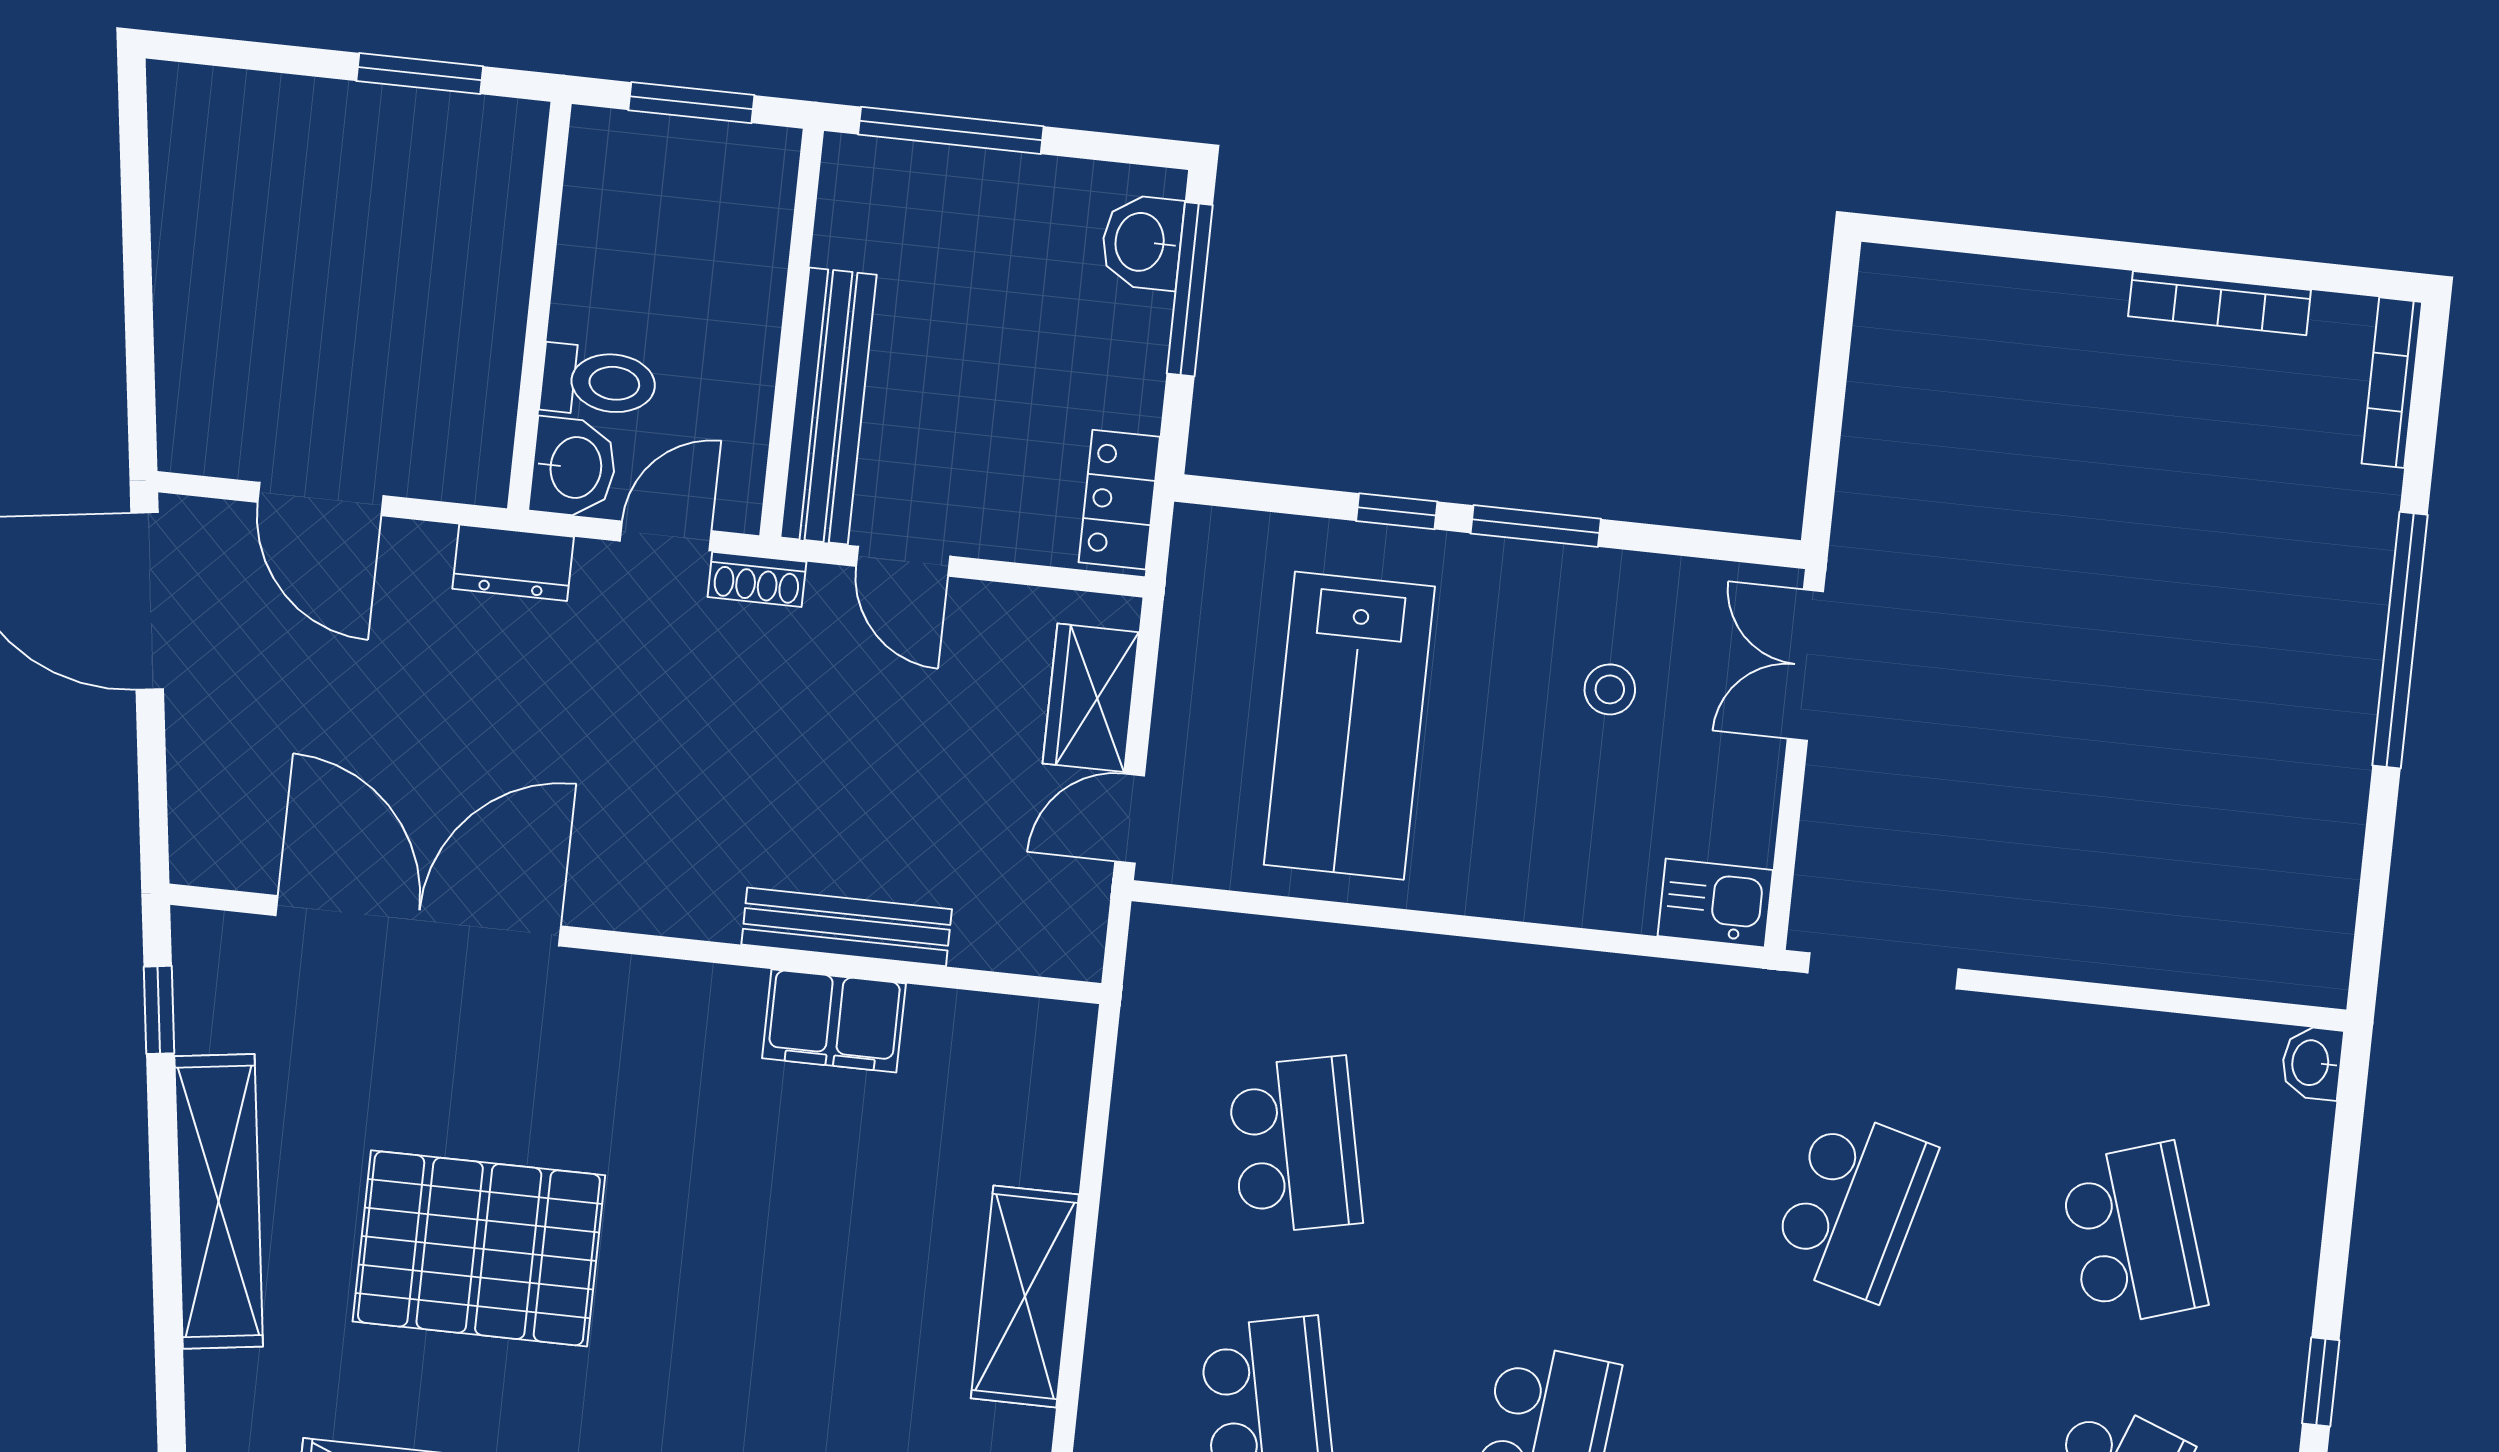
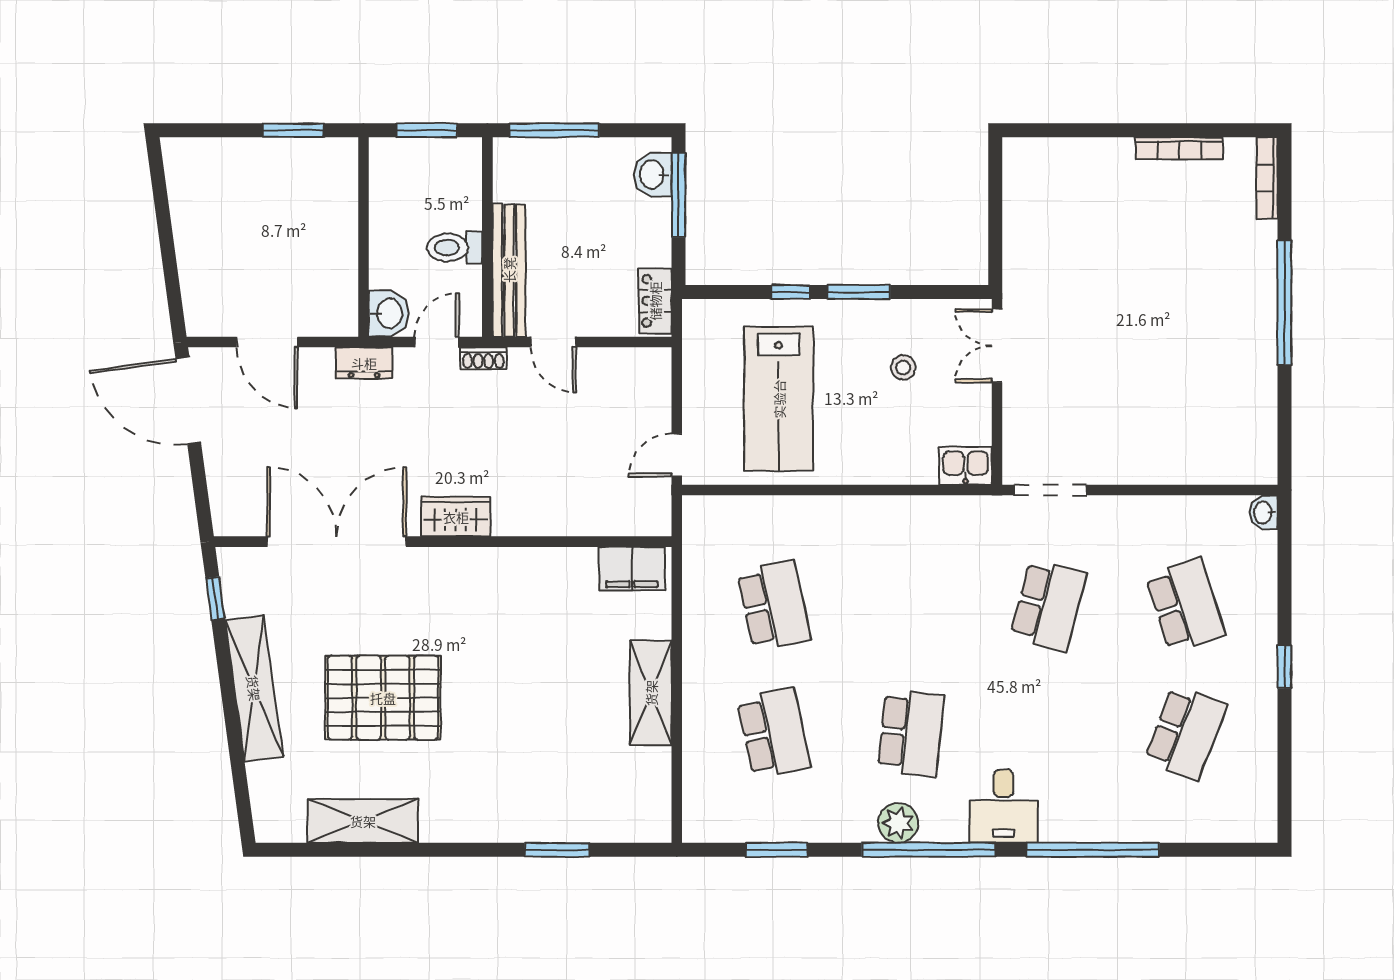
toilet: (599, 382) -> (455, 247), moved, turned 180
wardrobe: (1091, 698) -> (456, 517), moved, turned 90
bench: (847, 927) -> (545, 522), removed
filing cabinet: (834, 1021) -> (632, 569), moved

